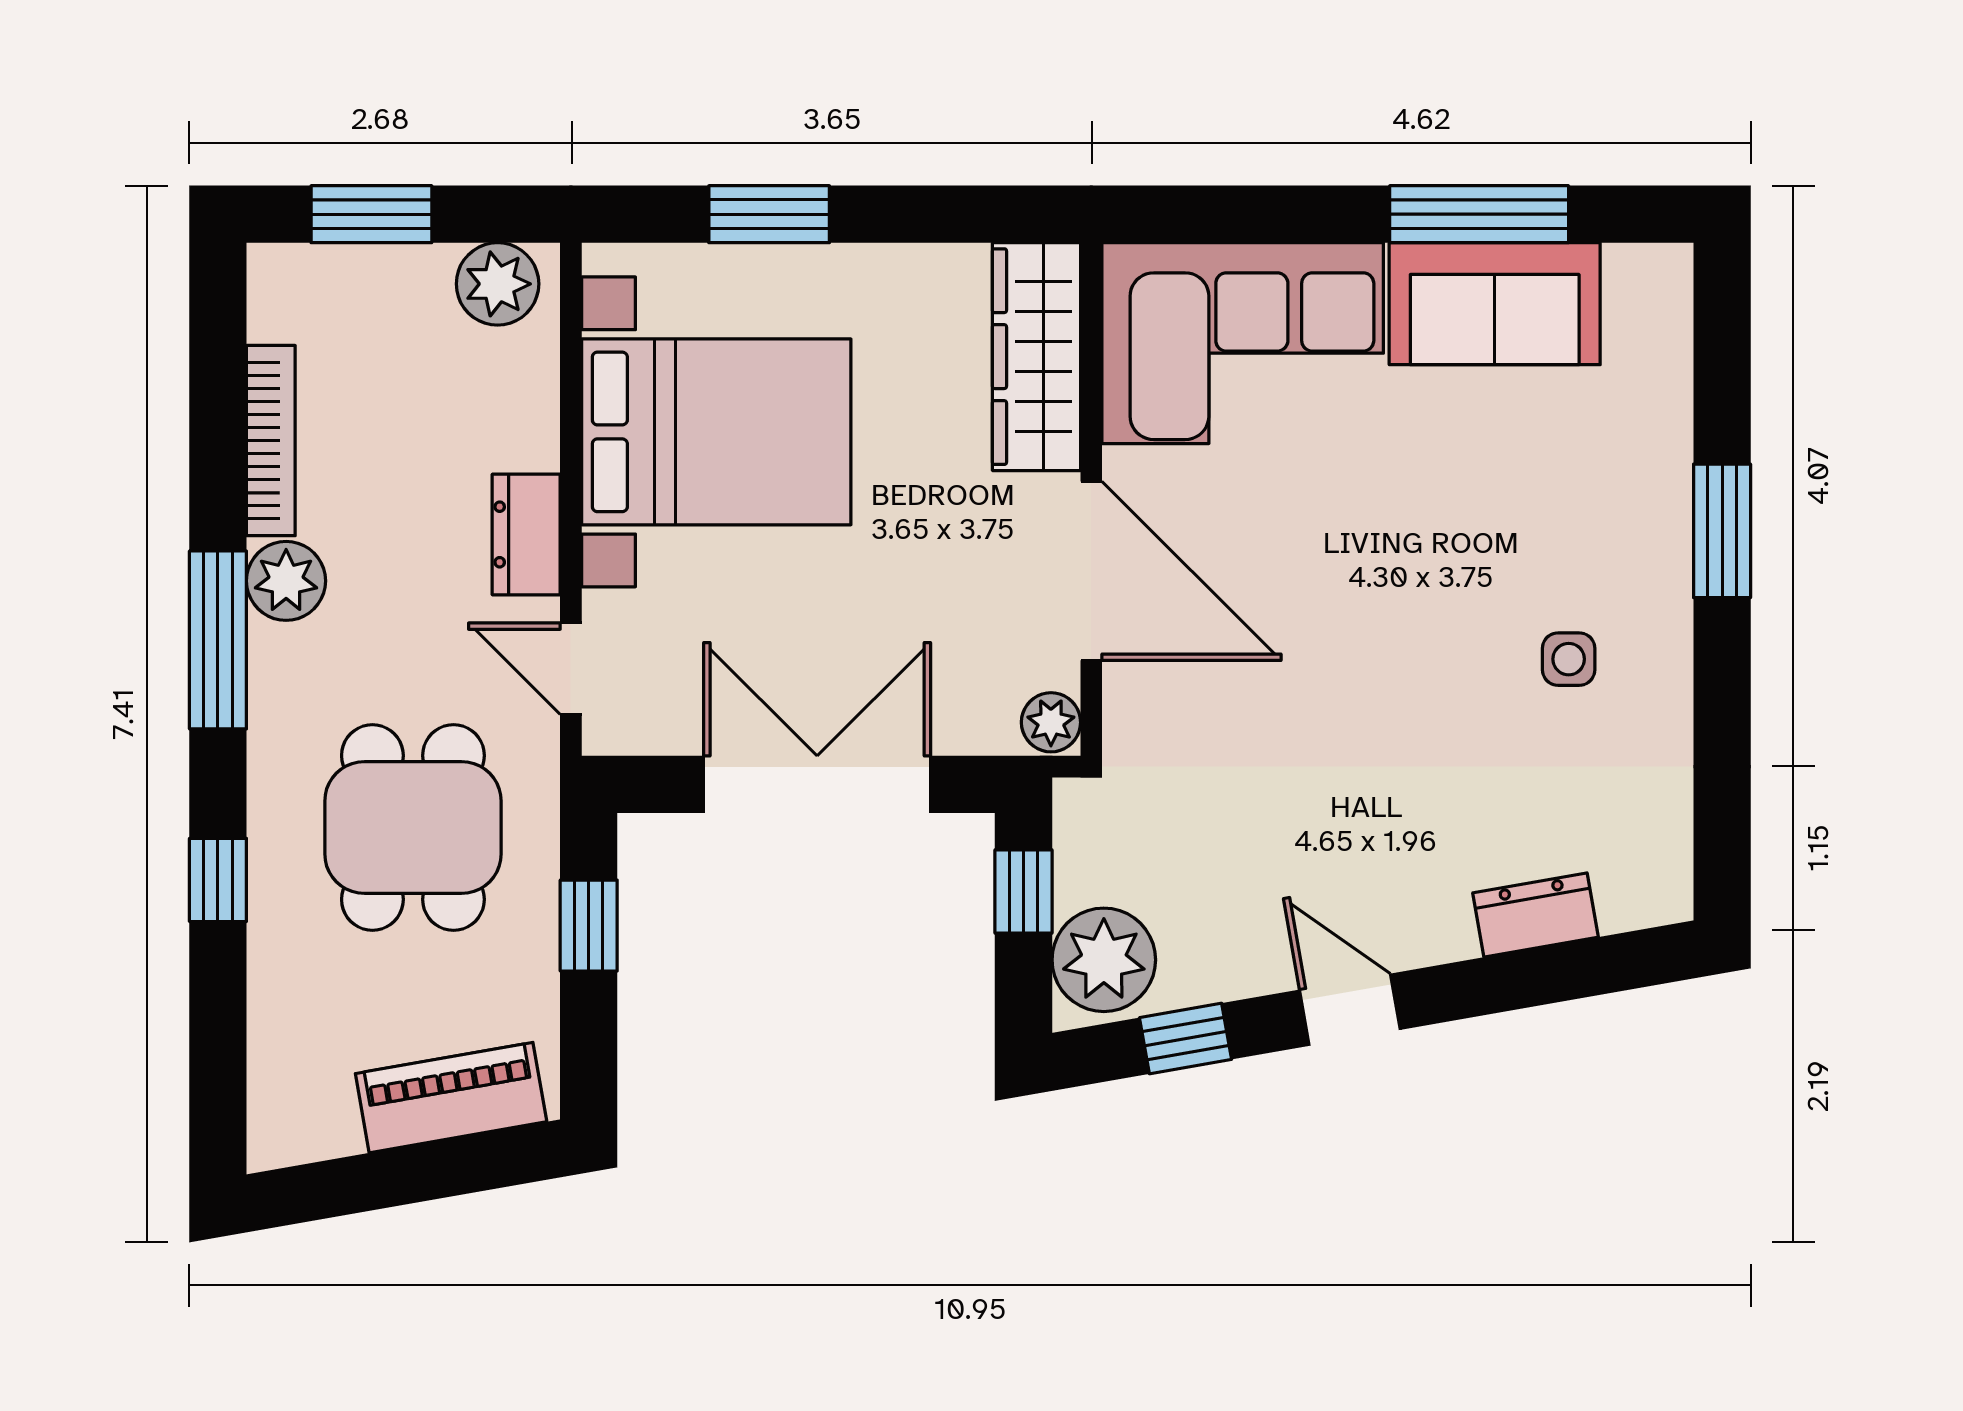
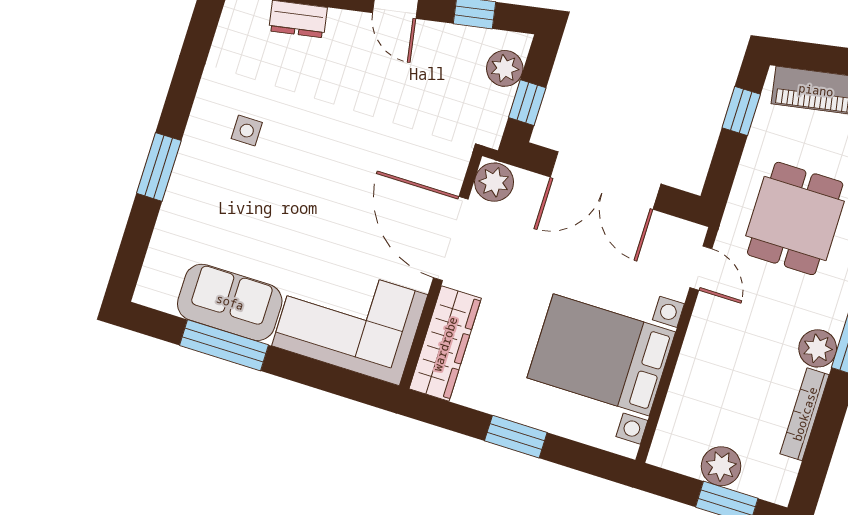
window: (769, 214) -> (516, 437), moved
plant: (498, 284) -> (721, 466), moved
dresser: (526, 534) -> (702, 335), removed
plant: (1051, 722) -> (494, 182), width x1.38, depth x1.38
window: (589, 926) -> (741, 111), moved
plant: (1104, 960) -> (505, 68), width x0.73, depth x0.73

